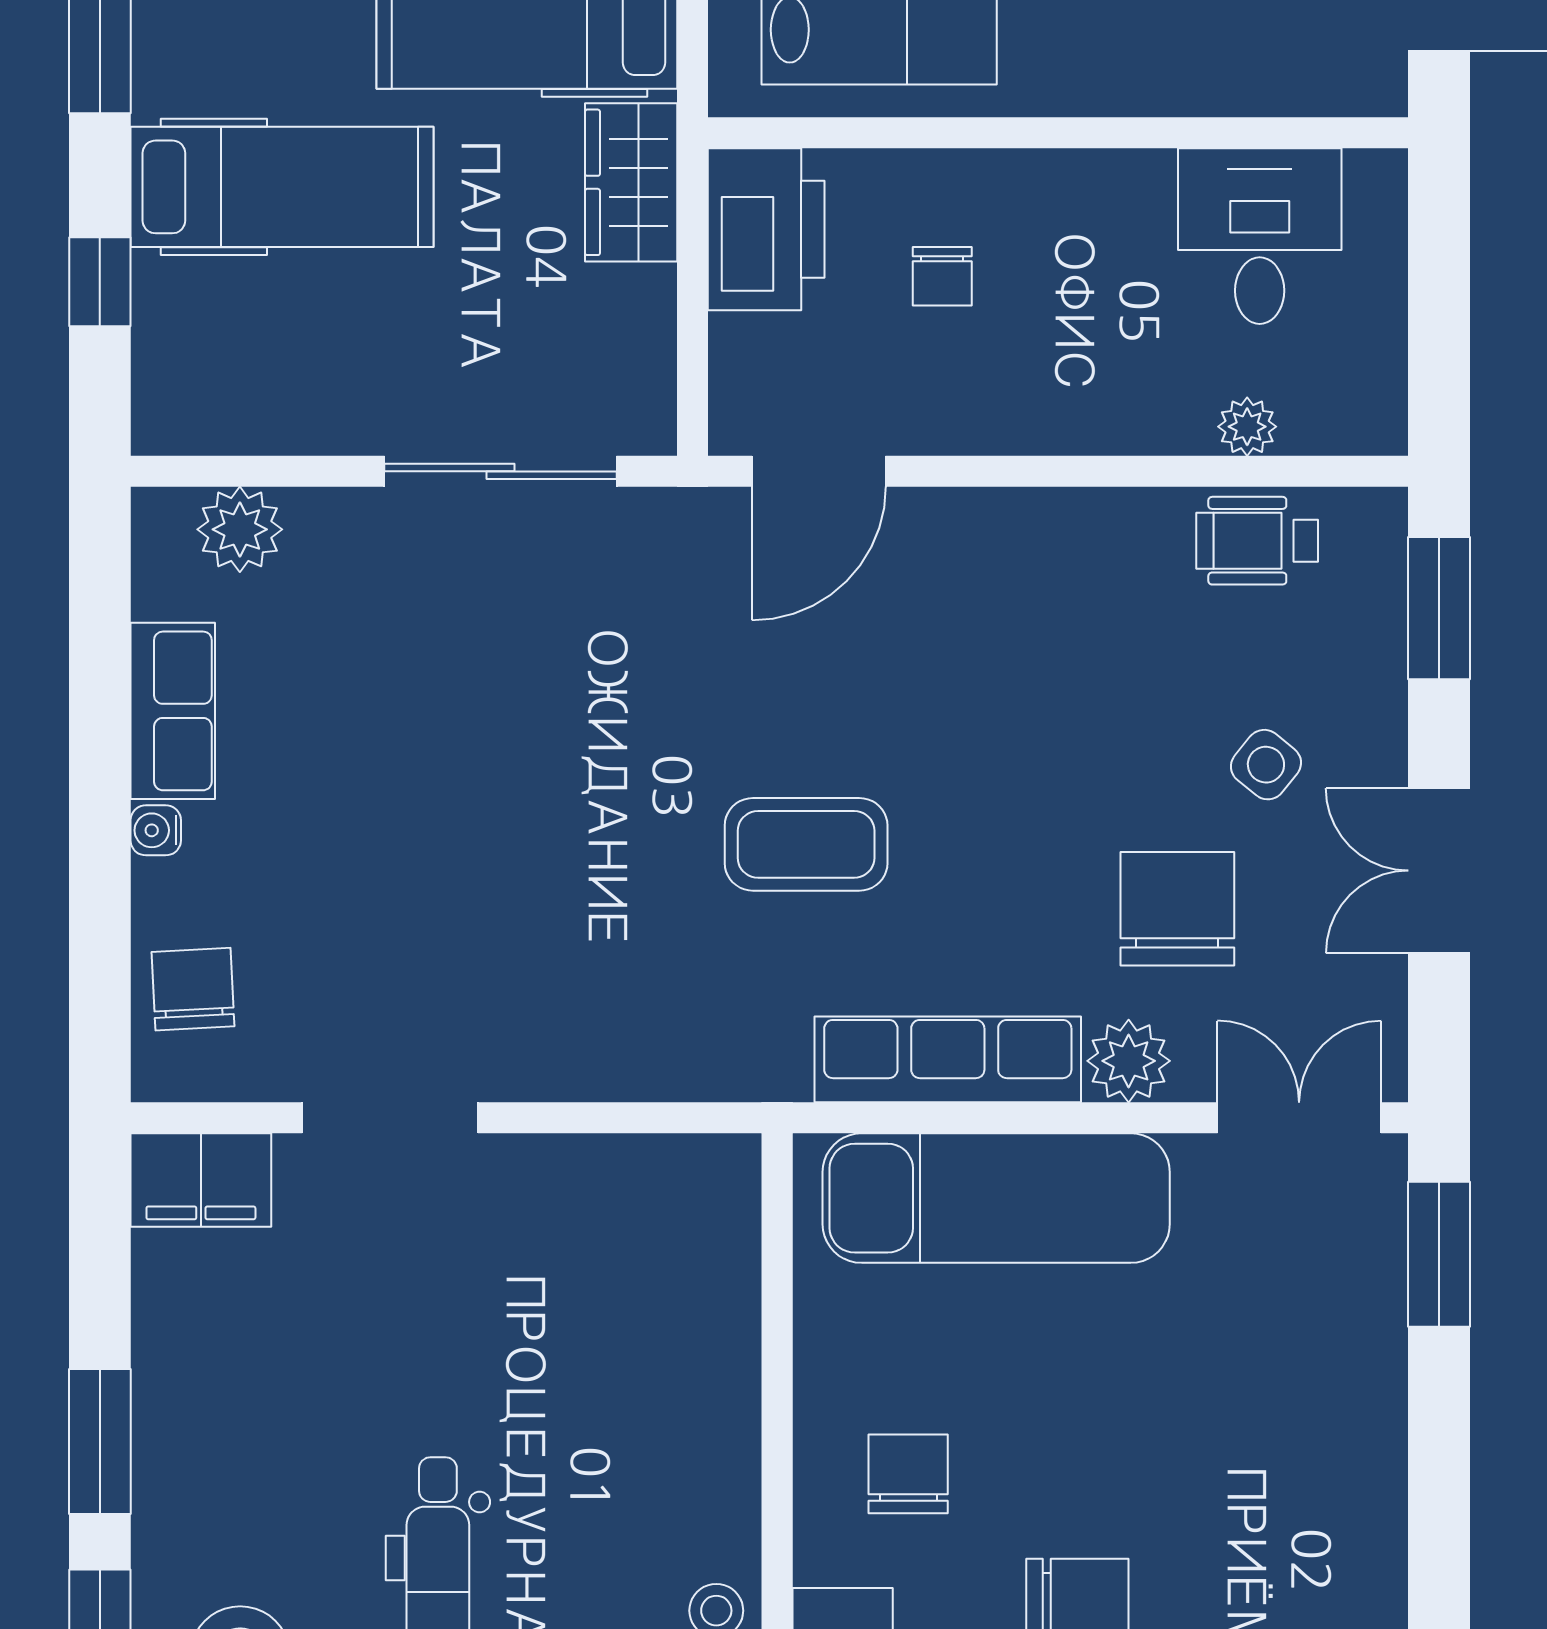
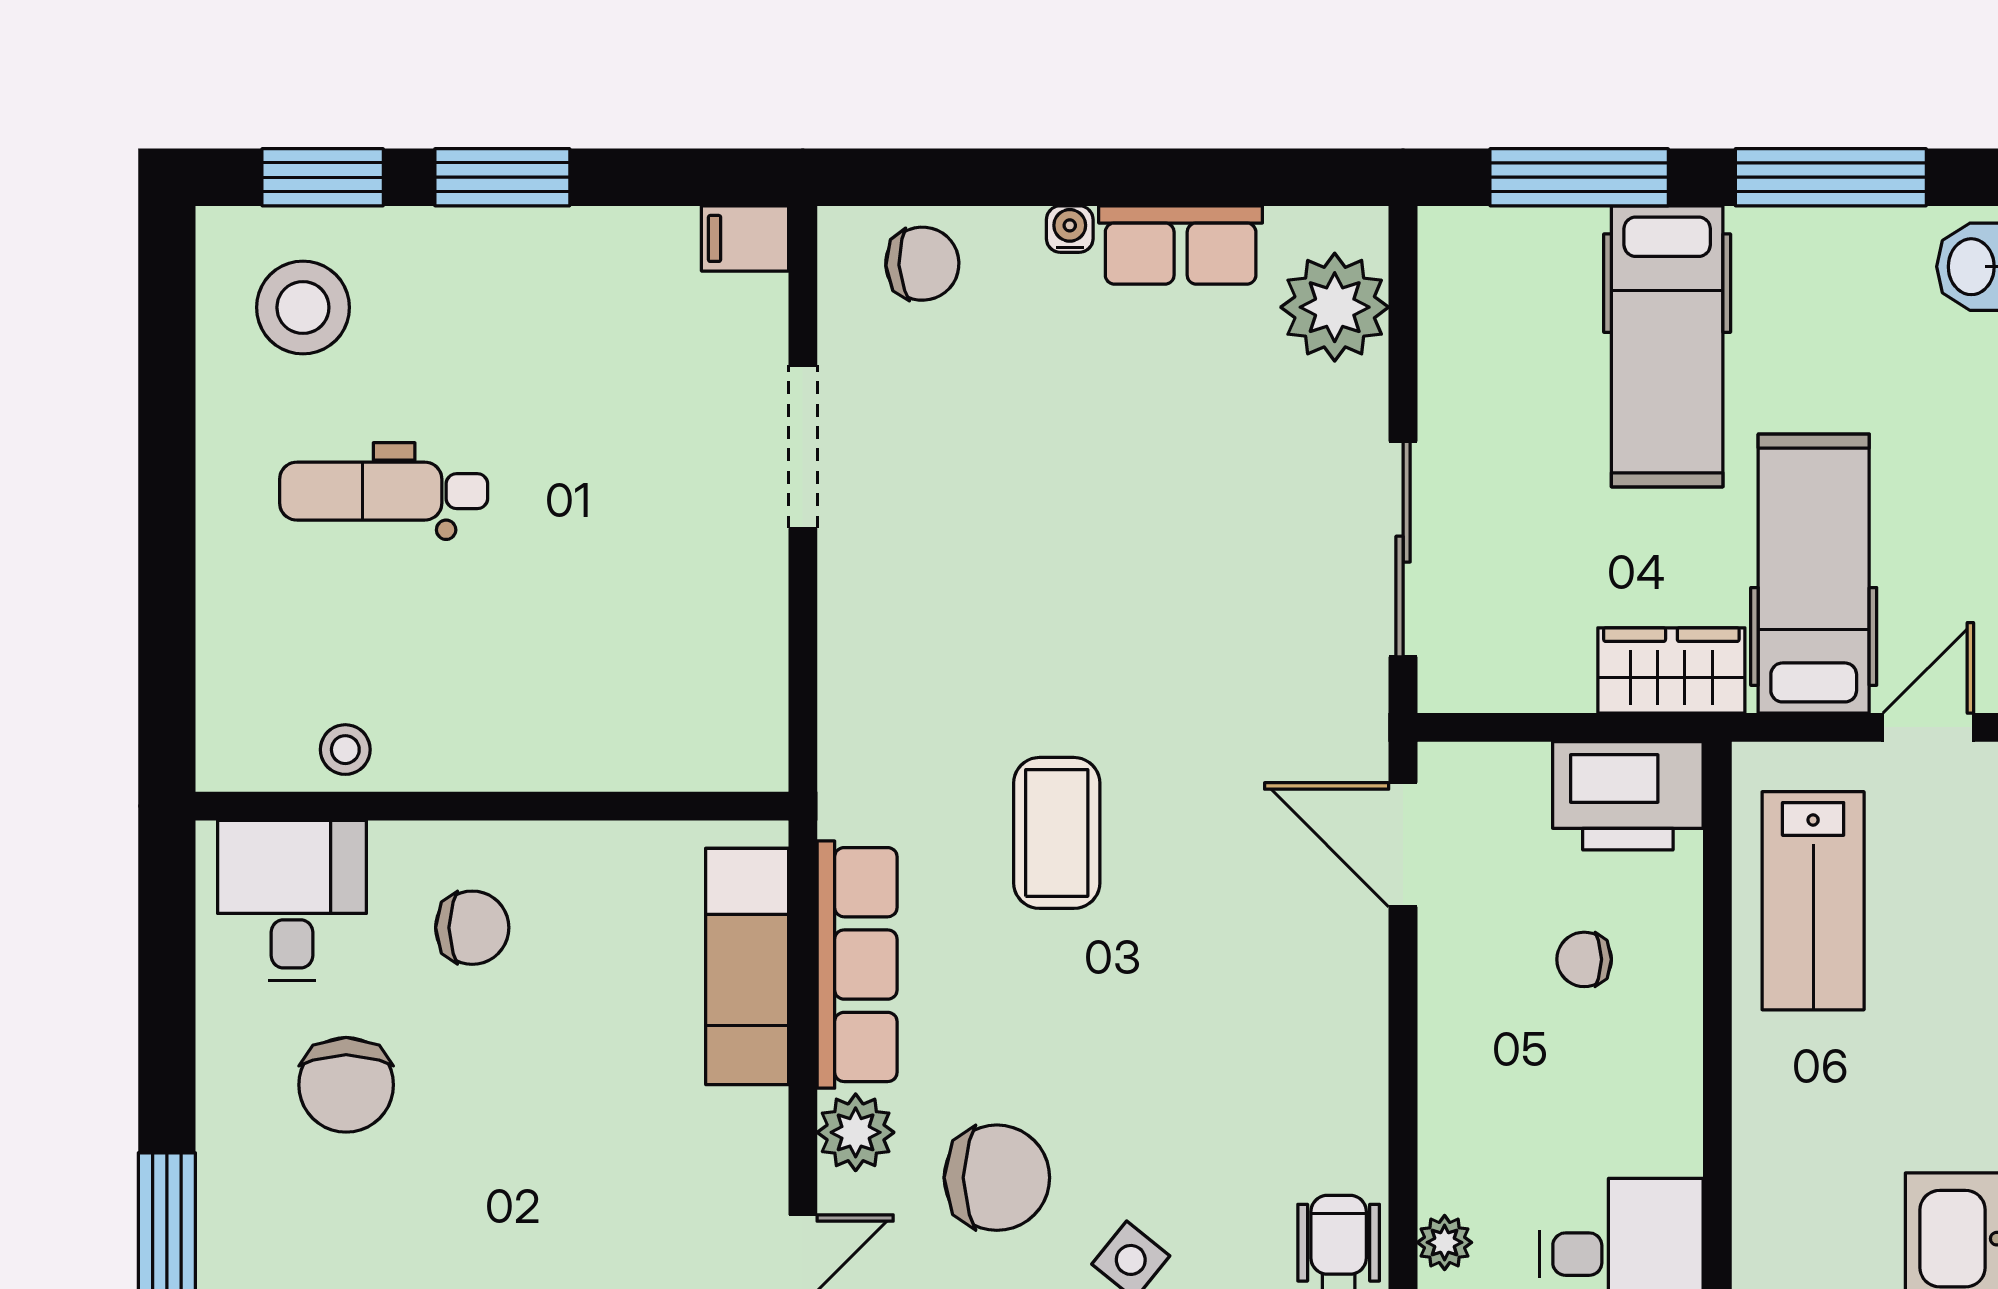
window: (100, 282) -> (1579, 177), width x2.17
plant: (240, 529) -> (1335, 307), width x1.36, depth x1.36
filing cabinet: (201, 1180) -> (745, 238), width x0.50
exam couch: (996, 1198) -> (747, 966), width x0.73, depth x0.69

